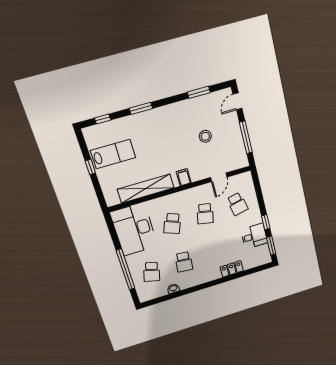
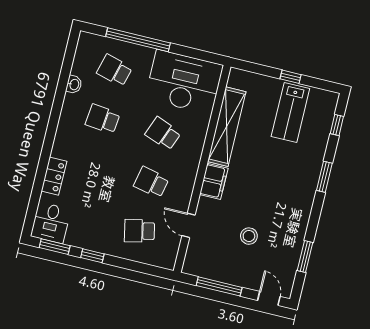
filing cabinet: (184, 177) -> (214, 181), width x2.00
desk: (254, 236) -> (51, 223), moved

